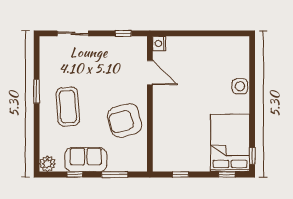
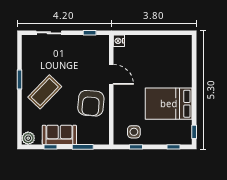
door: (150, 73) -> (111, 74), moved
side table: (240, 86) -> (134, 132), moved
coffee table: (68, 107) -> (45, 92), turned 48
armchair: (125, 121) -> (91, 103), turned -70
bed: (230, 143) -> (169, 104), moved, turned -90

